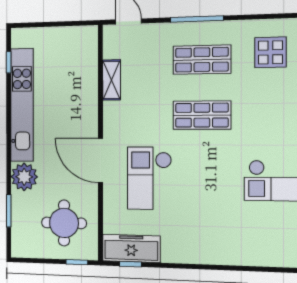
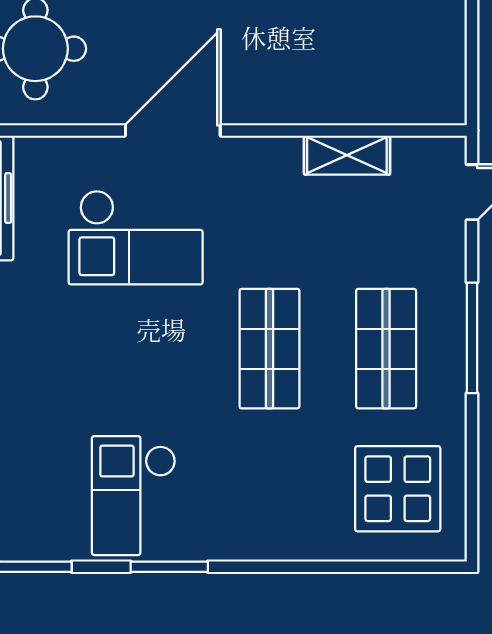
display table: (270, 52) -> (398, 489), width x1.36, depth x1.36
checkout: (149, 178) -> (136, 237), turned 180

